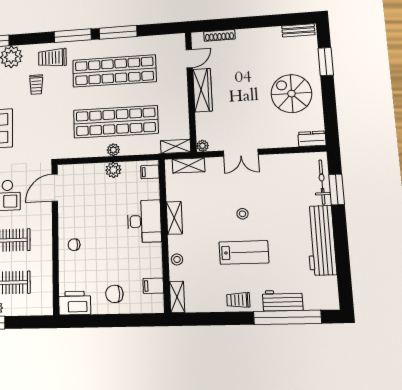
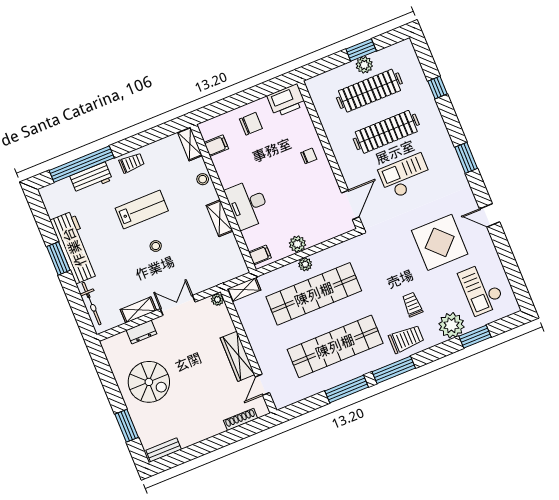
dresser: (312, 139) -> (142, 332), moved
shelving: (189, 165) -> (138, 310), moved
window: (337, 189) -> (58, 258), moved
lab bench: (244, 252) -> (142, 209), turned 180

